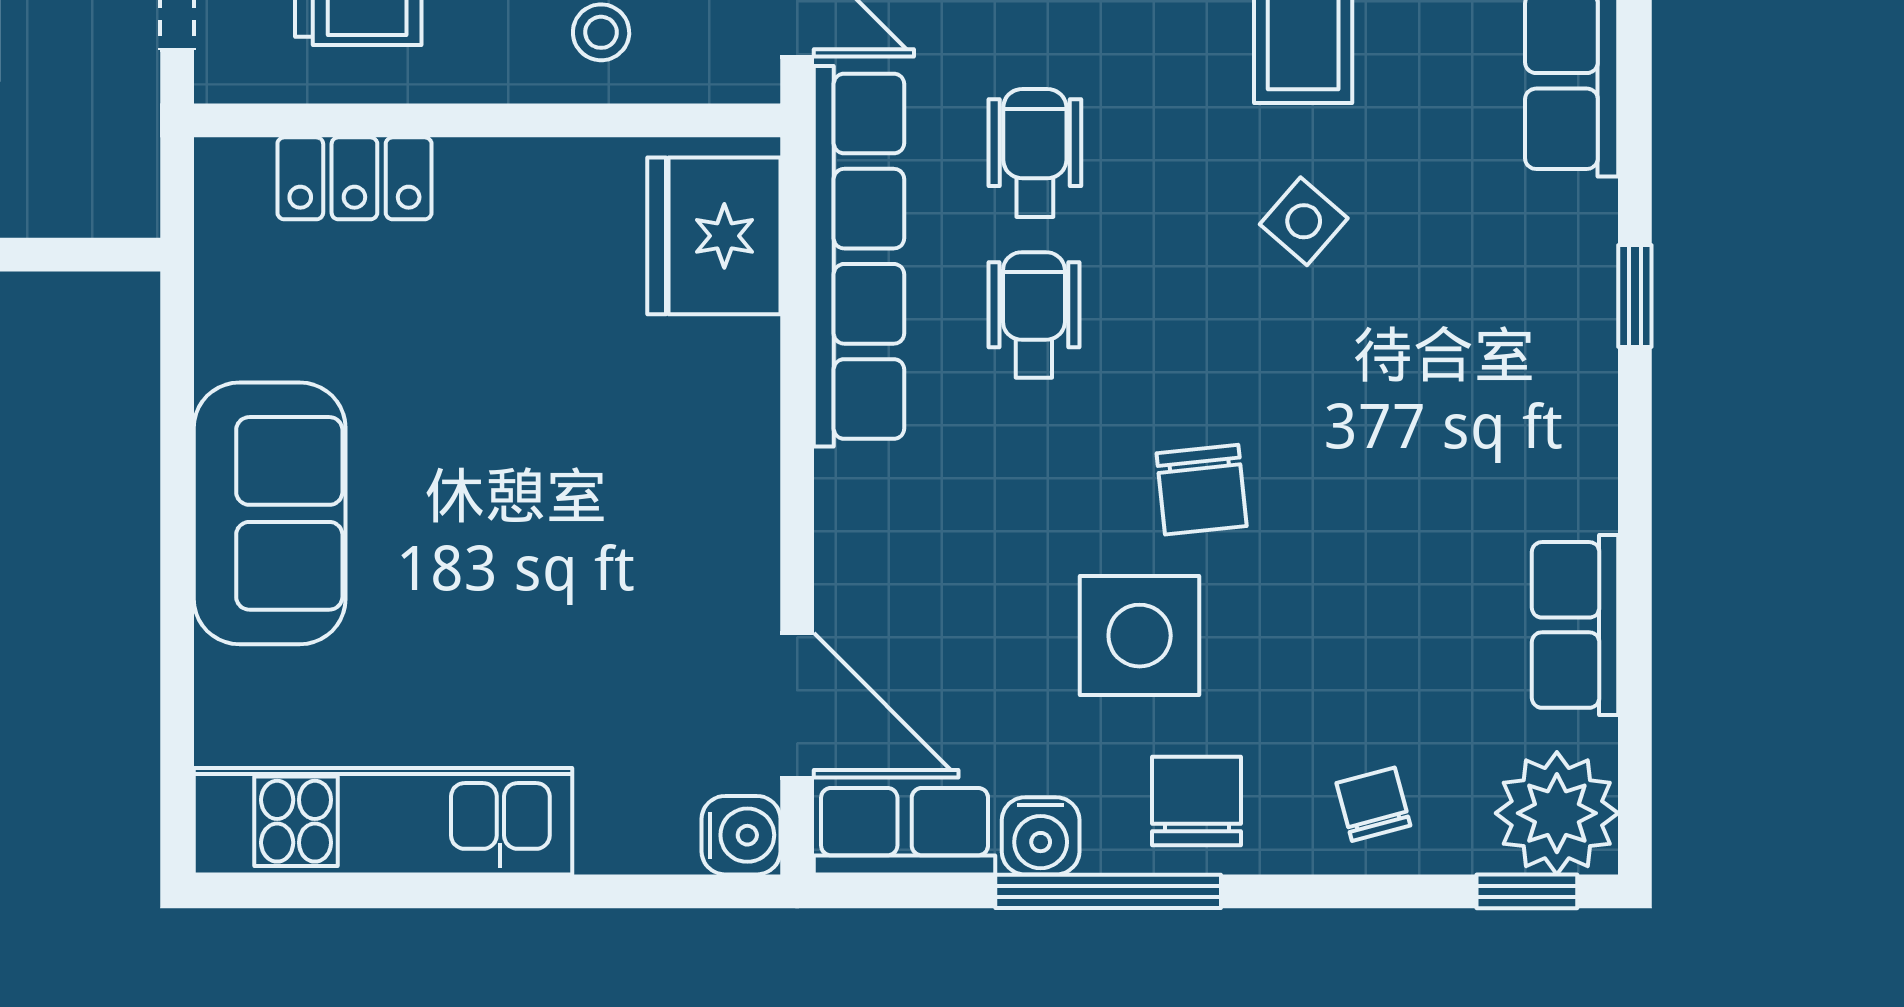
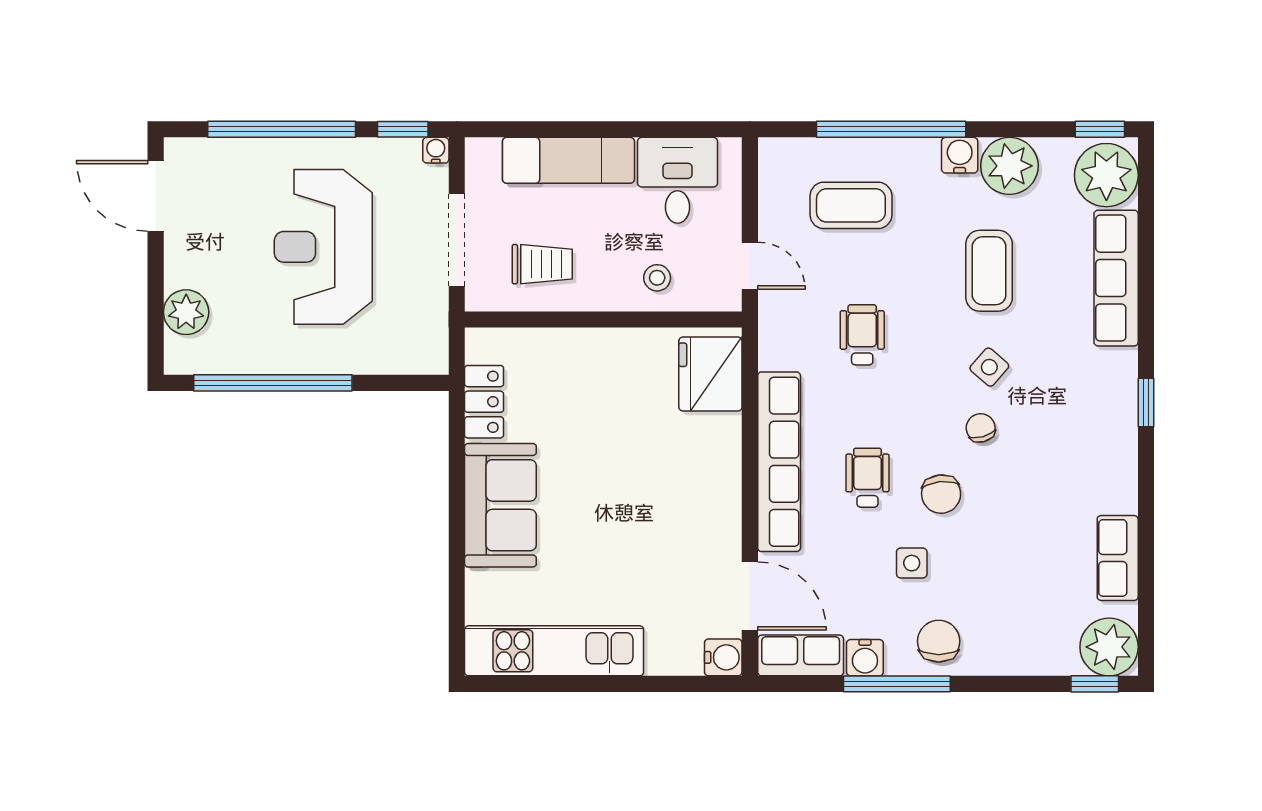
locker: (354, 178) -> (484, 402), moved, turned -90
row of seats: (859, 256) -> (779, 462), moved
wheelchair: (1034, 315) -> (867, 478), moved
side table: (1140, 636) -> (912, 563), width x0.54, depth x0.54
chair: (1373, 804) -> (981, 428), moved

